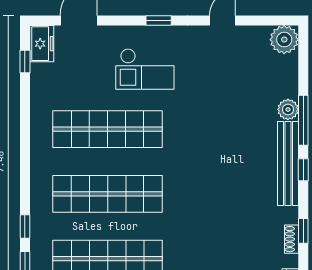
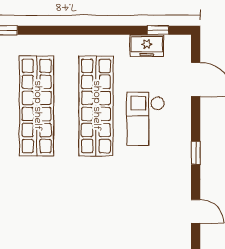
freezer: (42, 44) -> (147, 46), moved
checkout: (145, 69) -> (146, 119), moved

